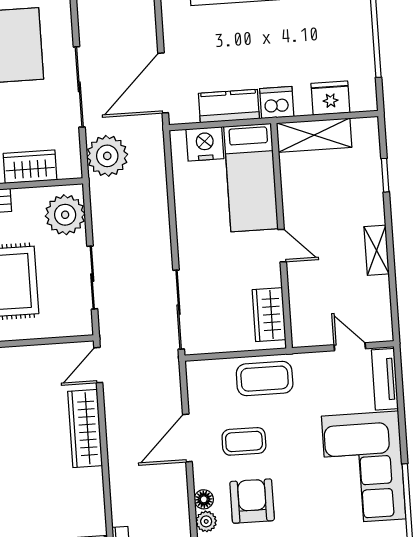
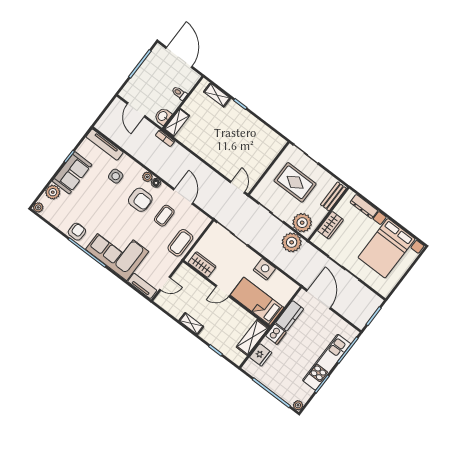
nightstand: (205, 144) -> (264, 269), moved, turned -90
plant: (107, 156) -> (292, 242), moved
wardrobe: (85, 428) -> (219, 163), removed

